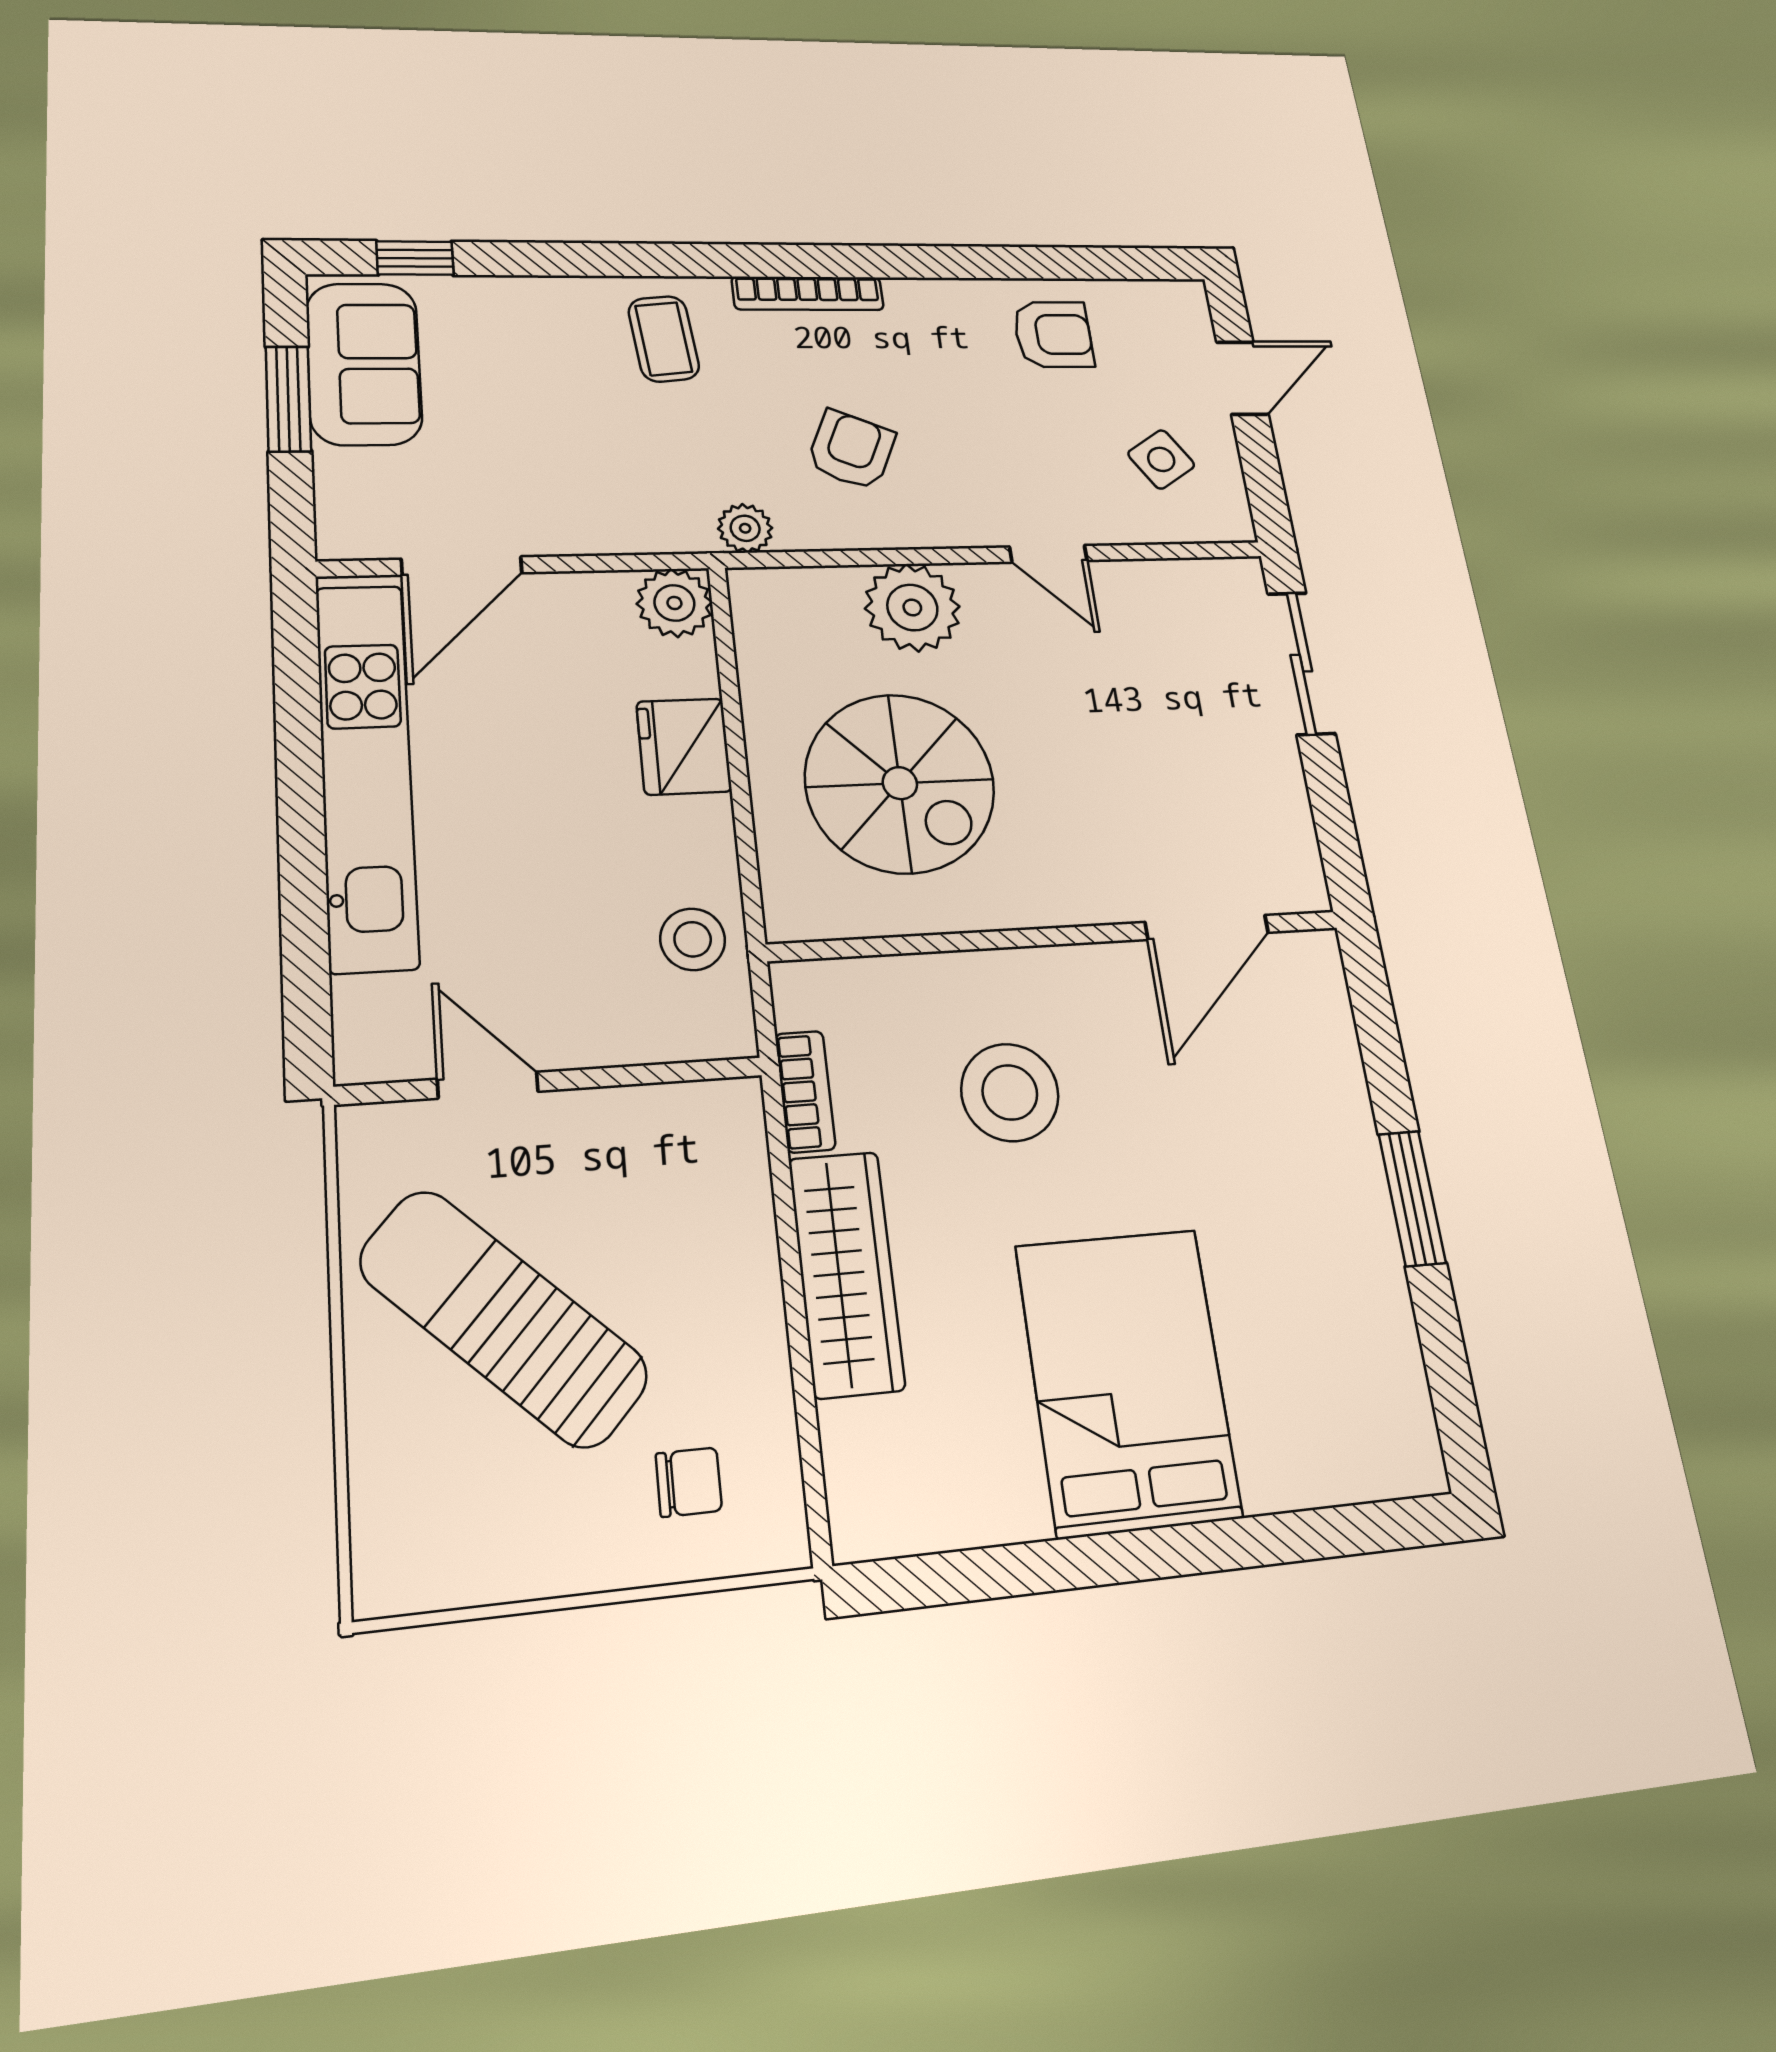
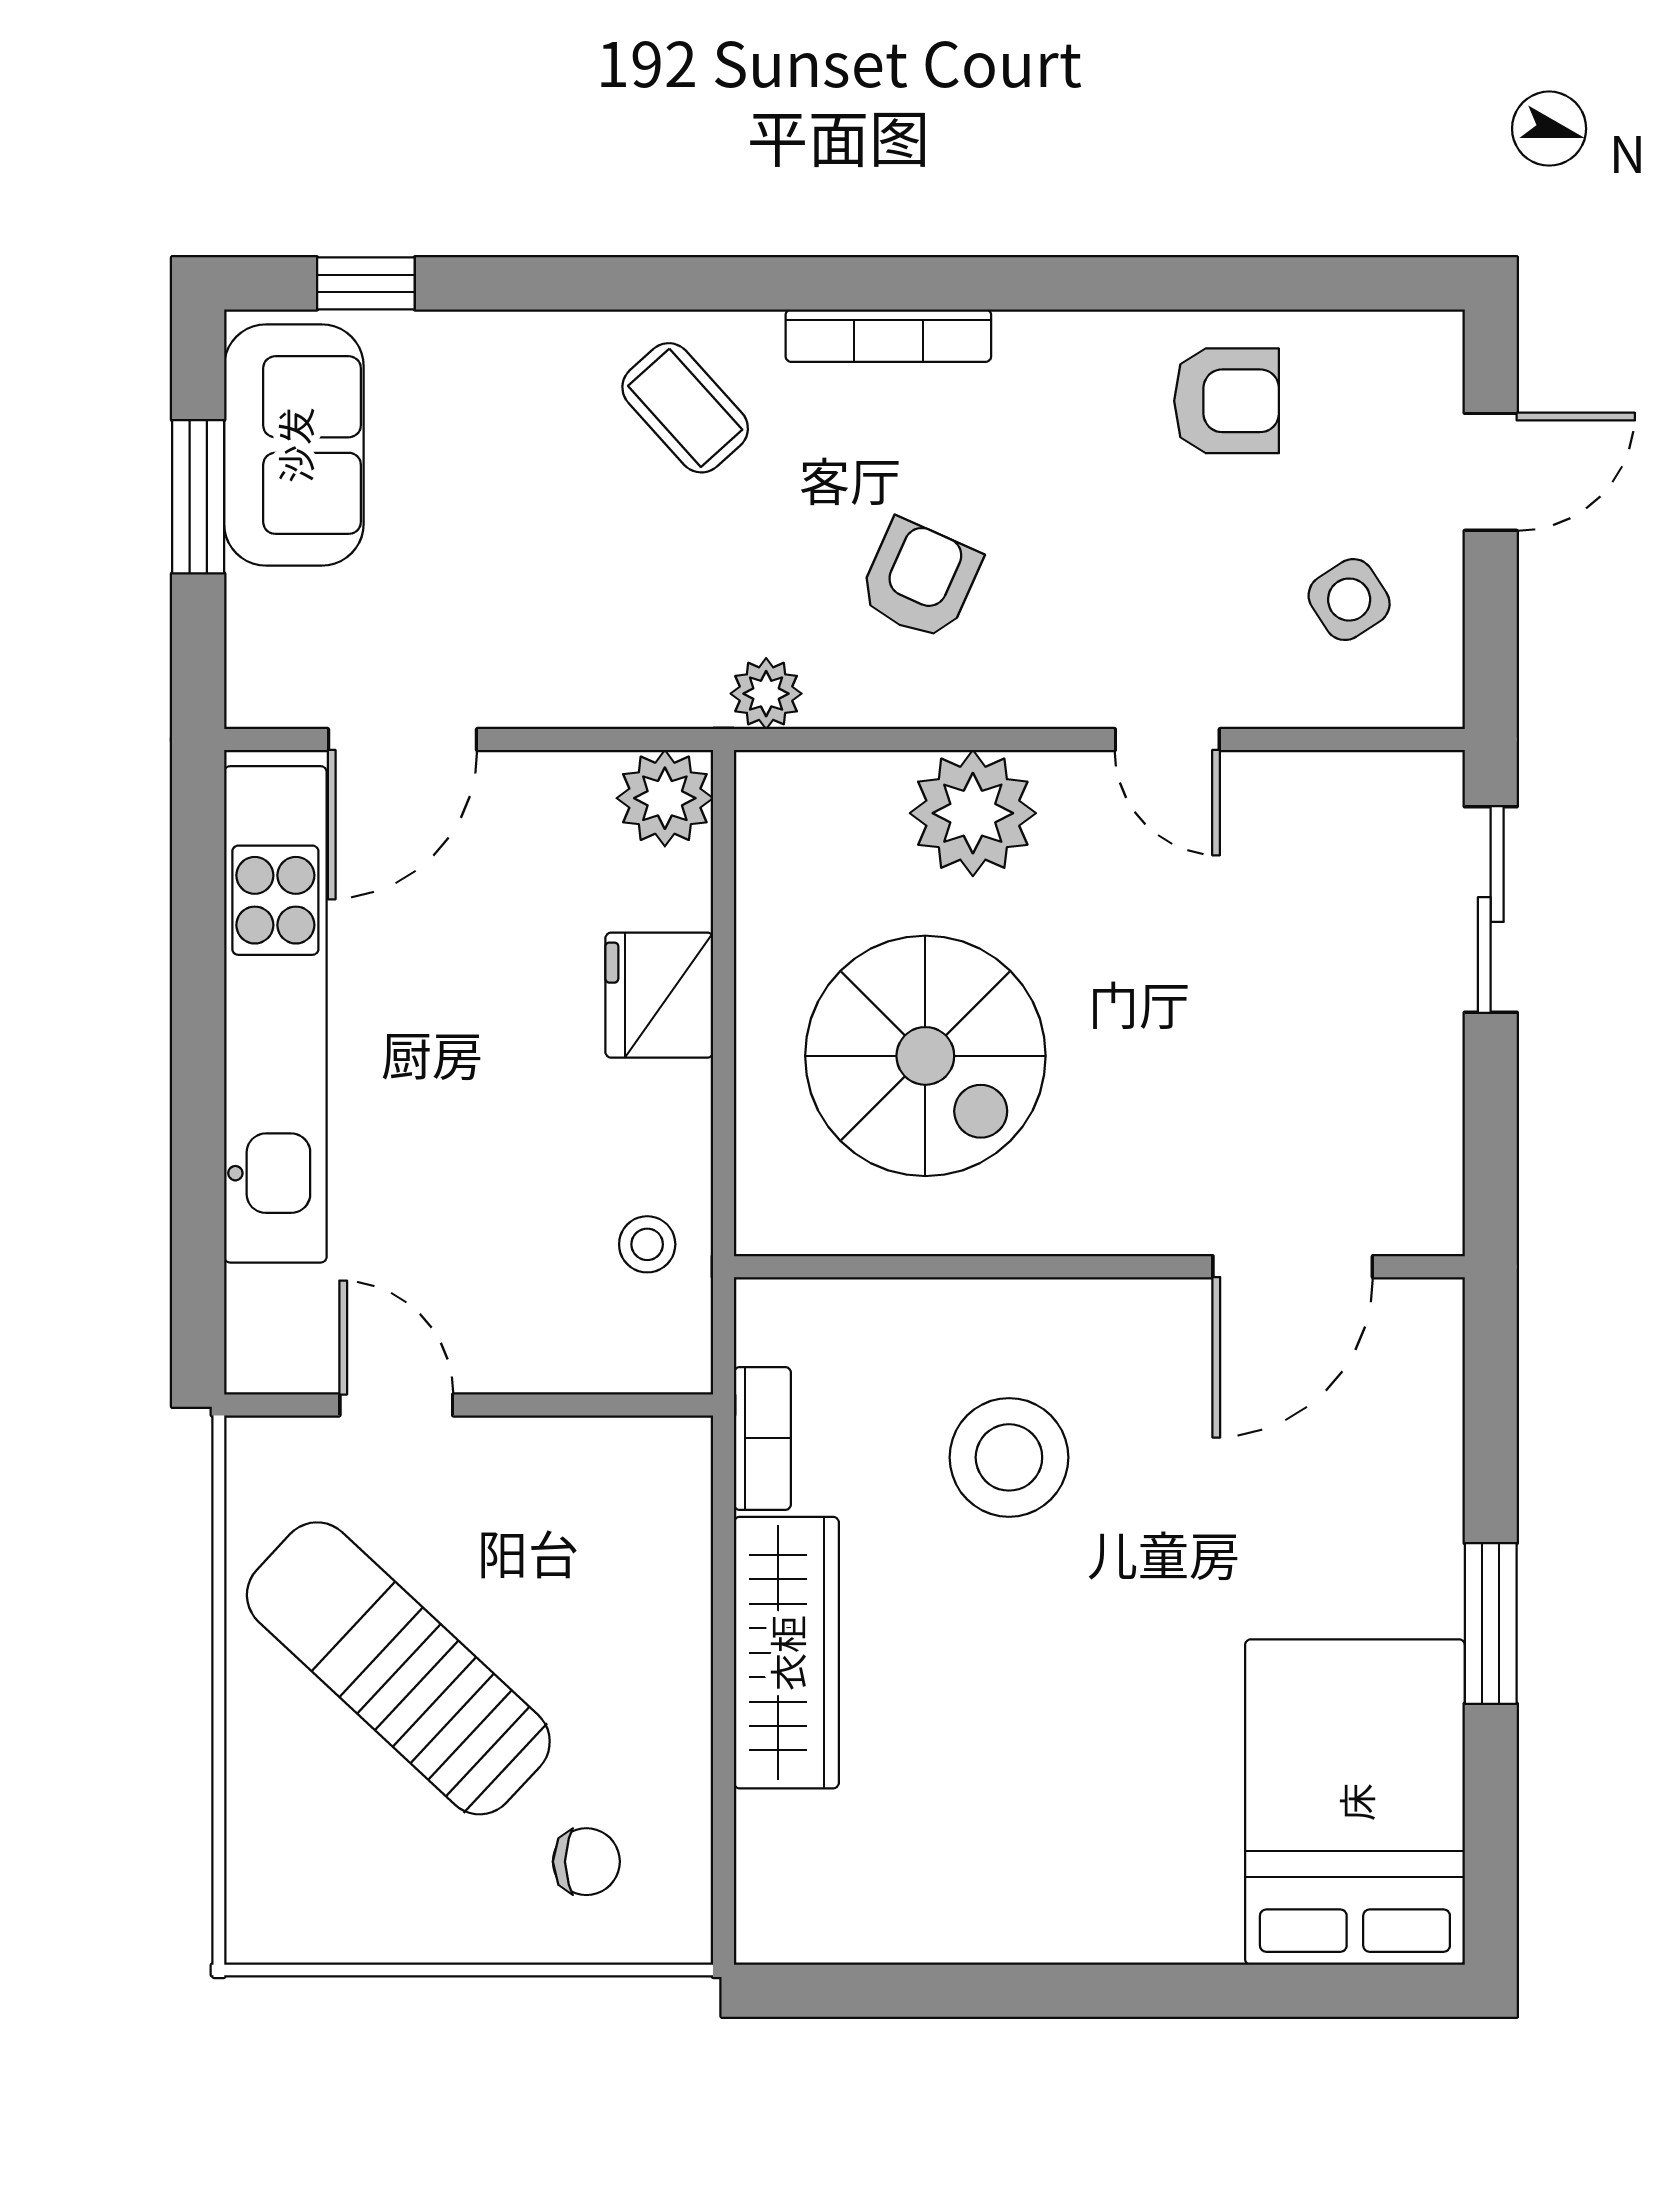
coffee table: (664, 339) -> (685, 408), turned -36
stool: (693, 939) -> (647, 1244), width x0.73, depth x0.73
bed: (1128, 1380) -> (1355, 1802), moved

